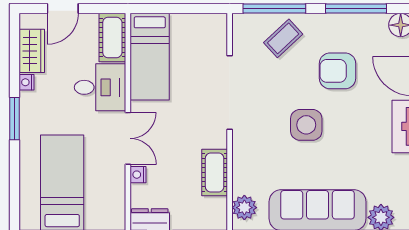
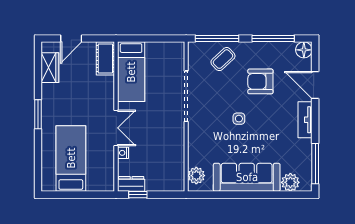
nightstand: (27, 82) -> (46, 89), removed
desk: (100, 87) -> (97, 93), removed
side table: (306, 125) -> (239, 119), width x0.54, depth x0.54
cot: (215, 172) -> (176, 151), removed

